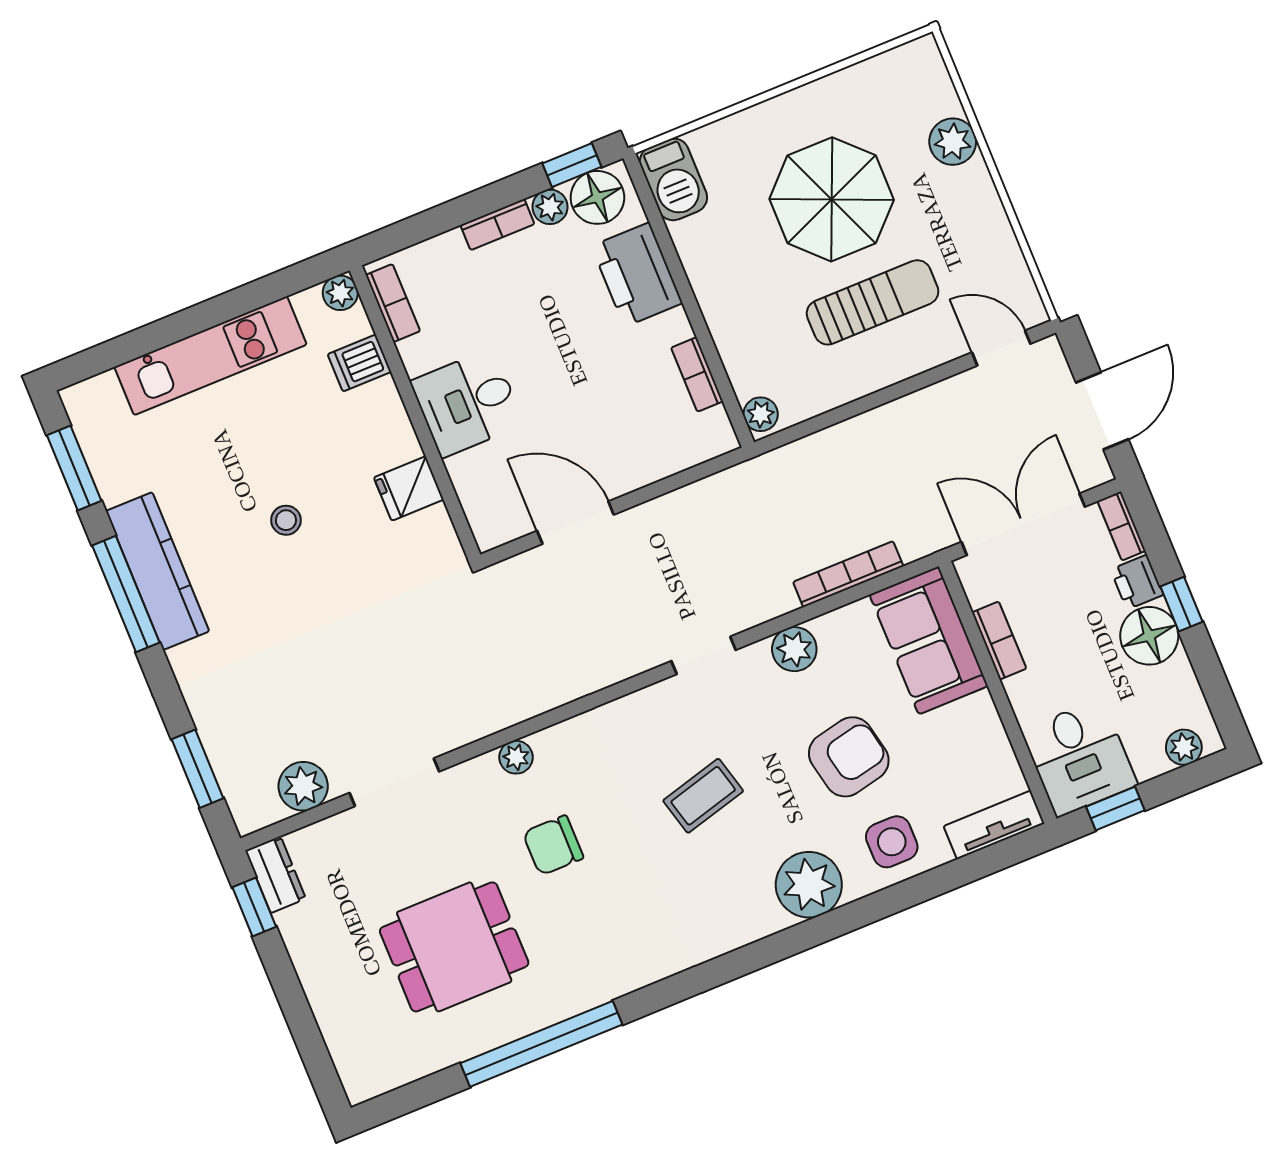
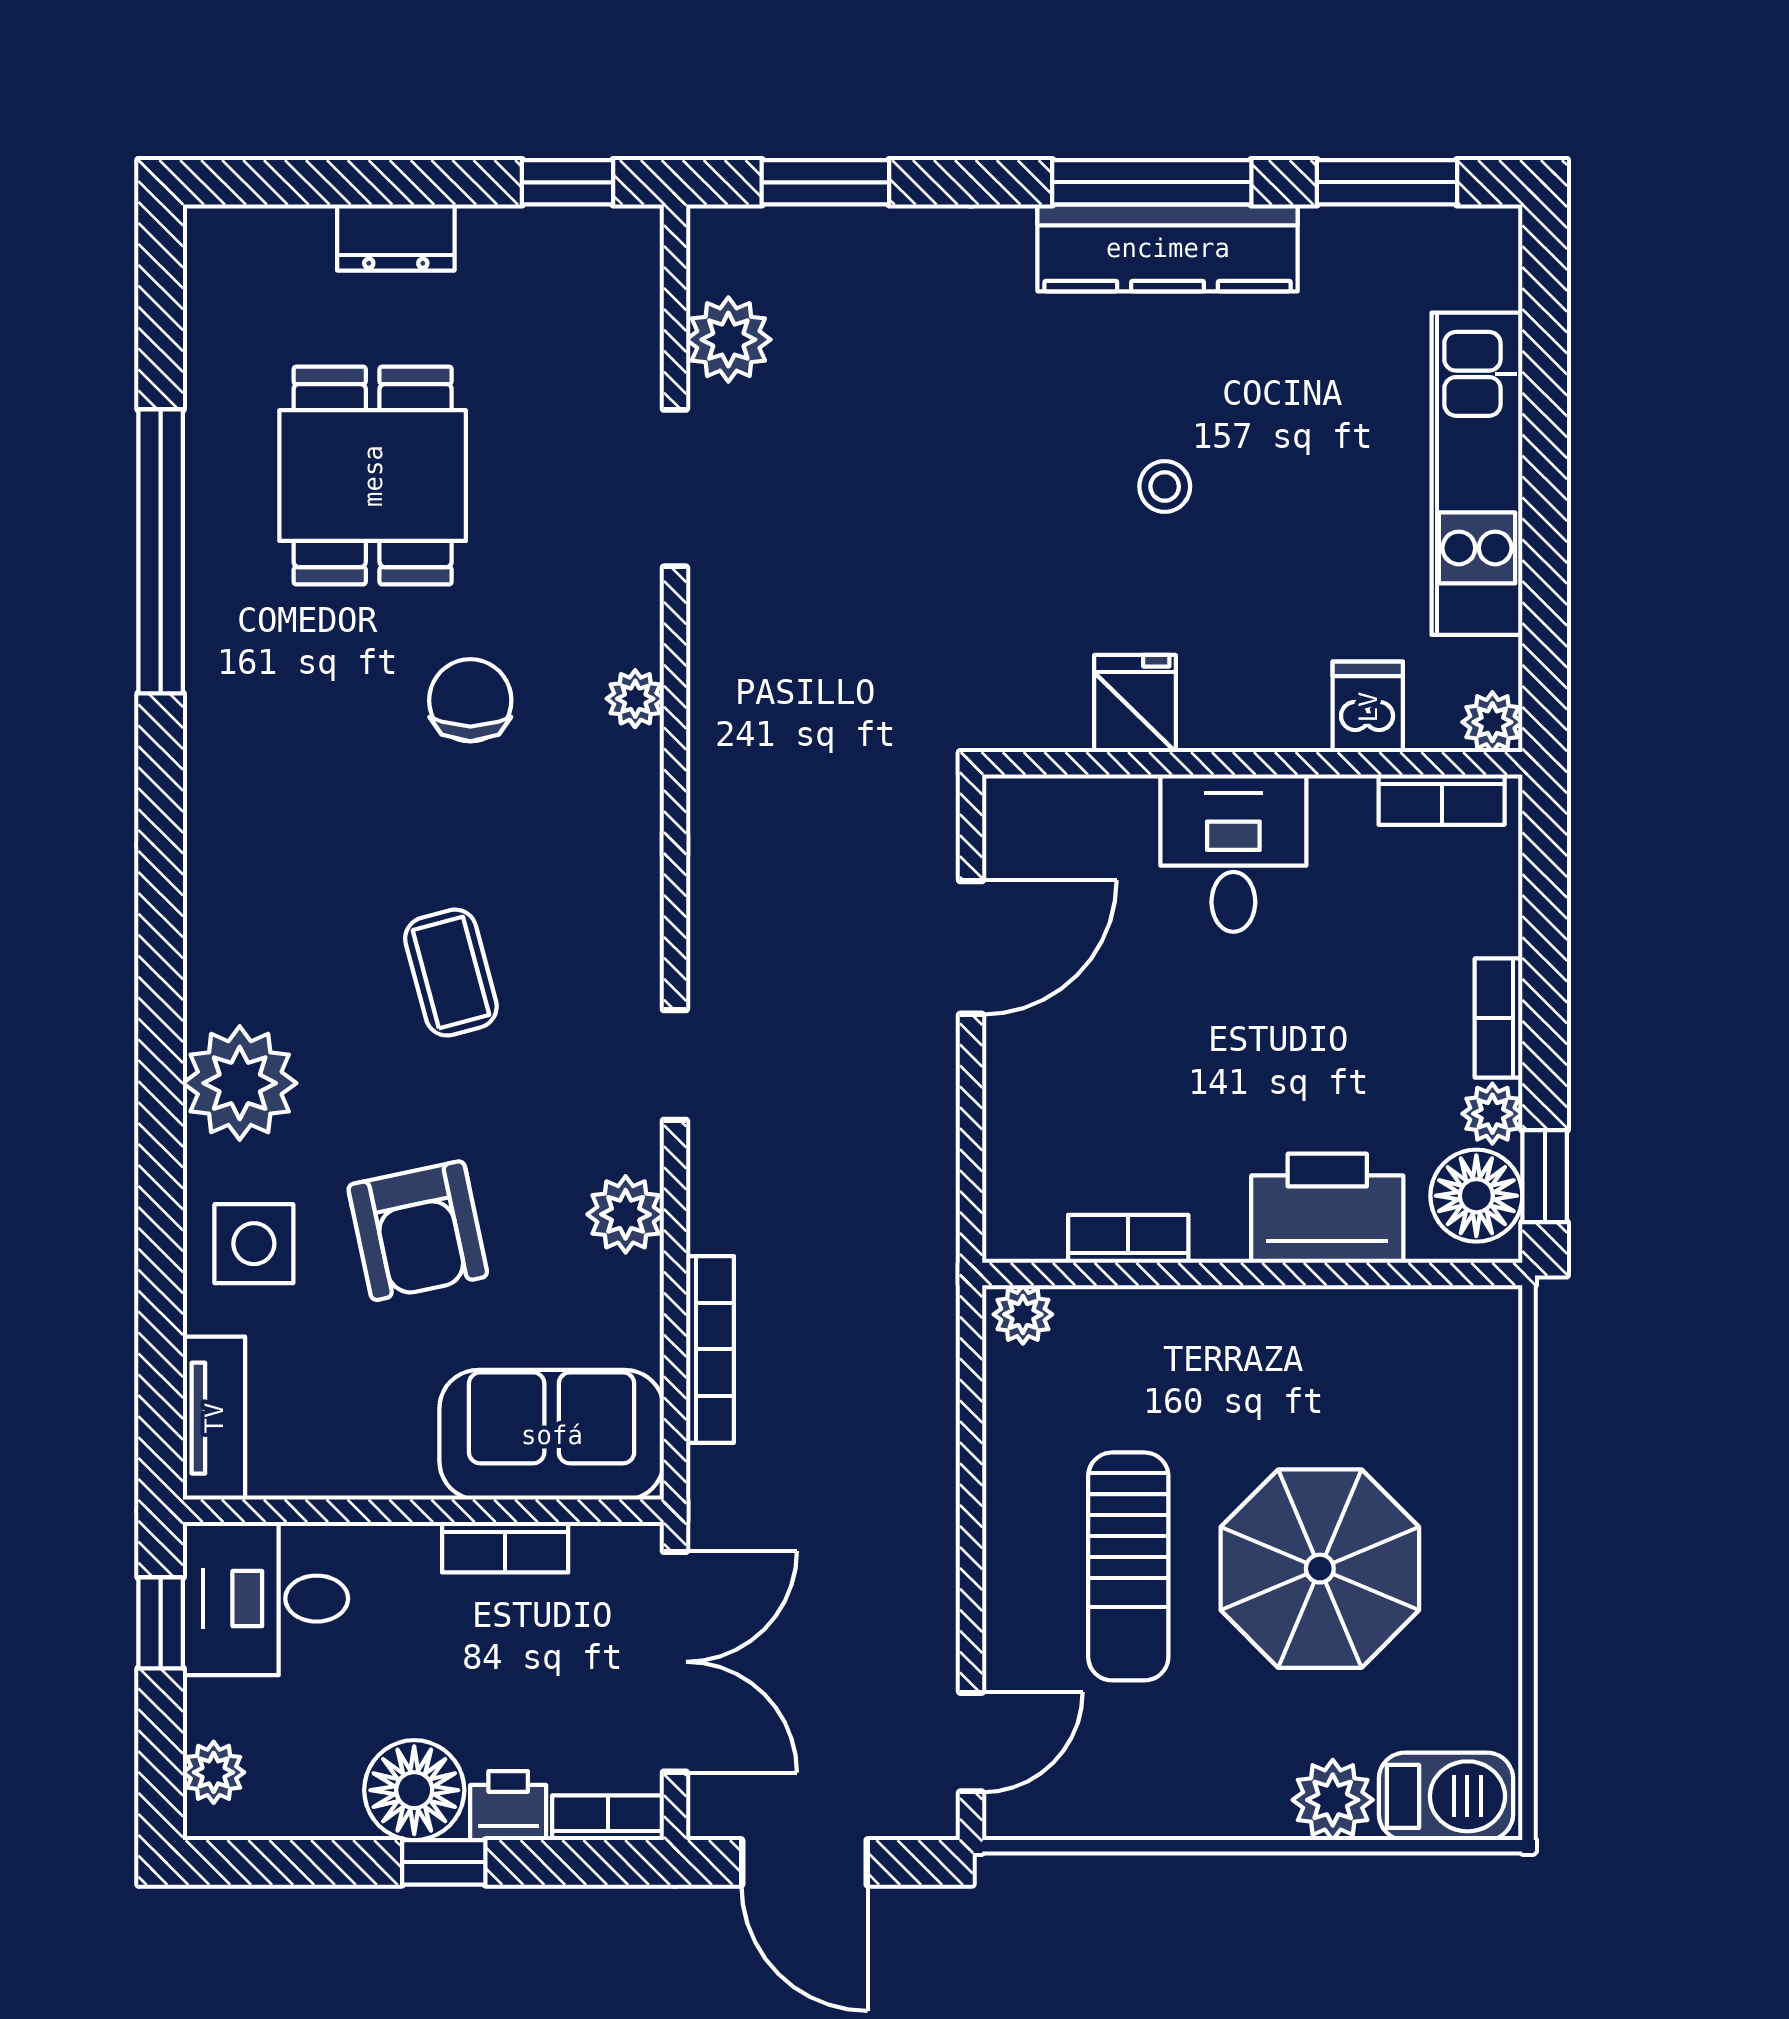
barbecue: (673, 179) -> (1446, 1796), moved, turned 180
dresser: (276, 875) -> (396, 238), moved

